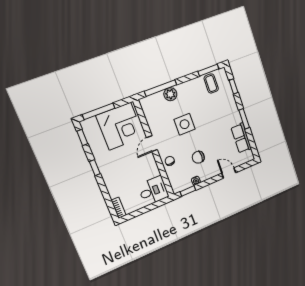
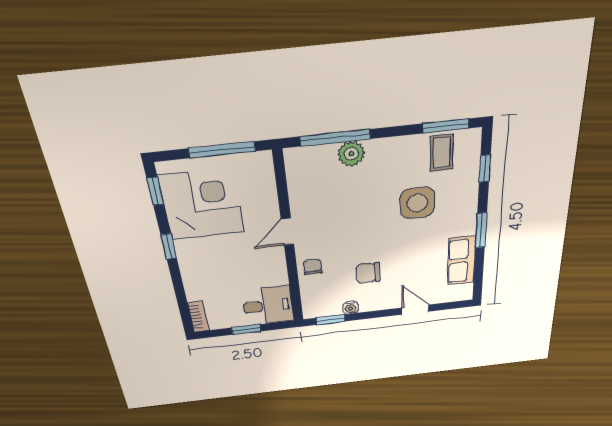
window: (99, 111) -> (222, 150), moved
side table: (185, 124) -> (417, 203), moved
corner desk: (120, 126) -> (202, 204), moved, turned -90
window: (146, 209) -> (246, 329), added

